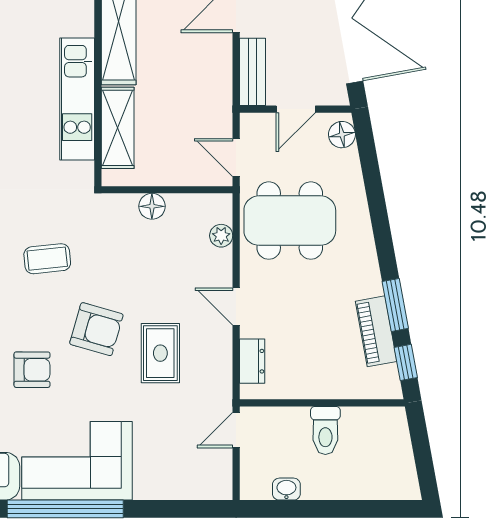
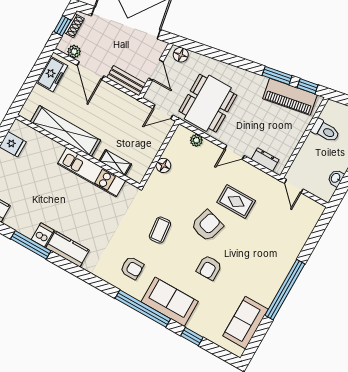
shelving: (118, 128) -> (115, 163), width x0.67, depth x0.75
piano: (376, 331) -> (290, 97), width x1.37, depth x1.33
armchair: (32, 370) -> (209, 268), turned 180
toilet: (325, 430) -> (325, 131), moved
corner sofa: (77, 461) -> (265, 271), removed

